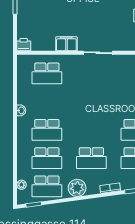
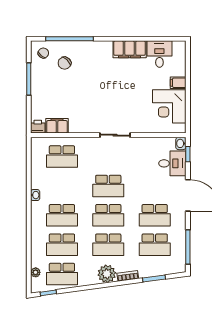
filing cabinet: (66, 44) -> (57, 126), moved
school desk: (91, 102) -> (108, 186), added
school desk: (91, 130) -> (108, 215), added
plant: (77, 188) -> (107, 274), moved

